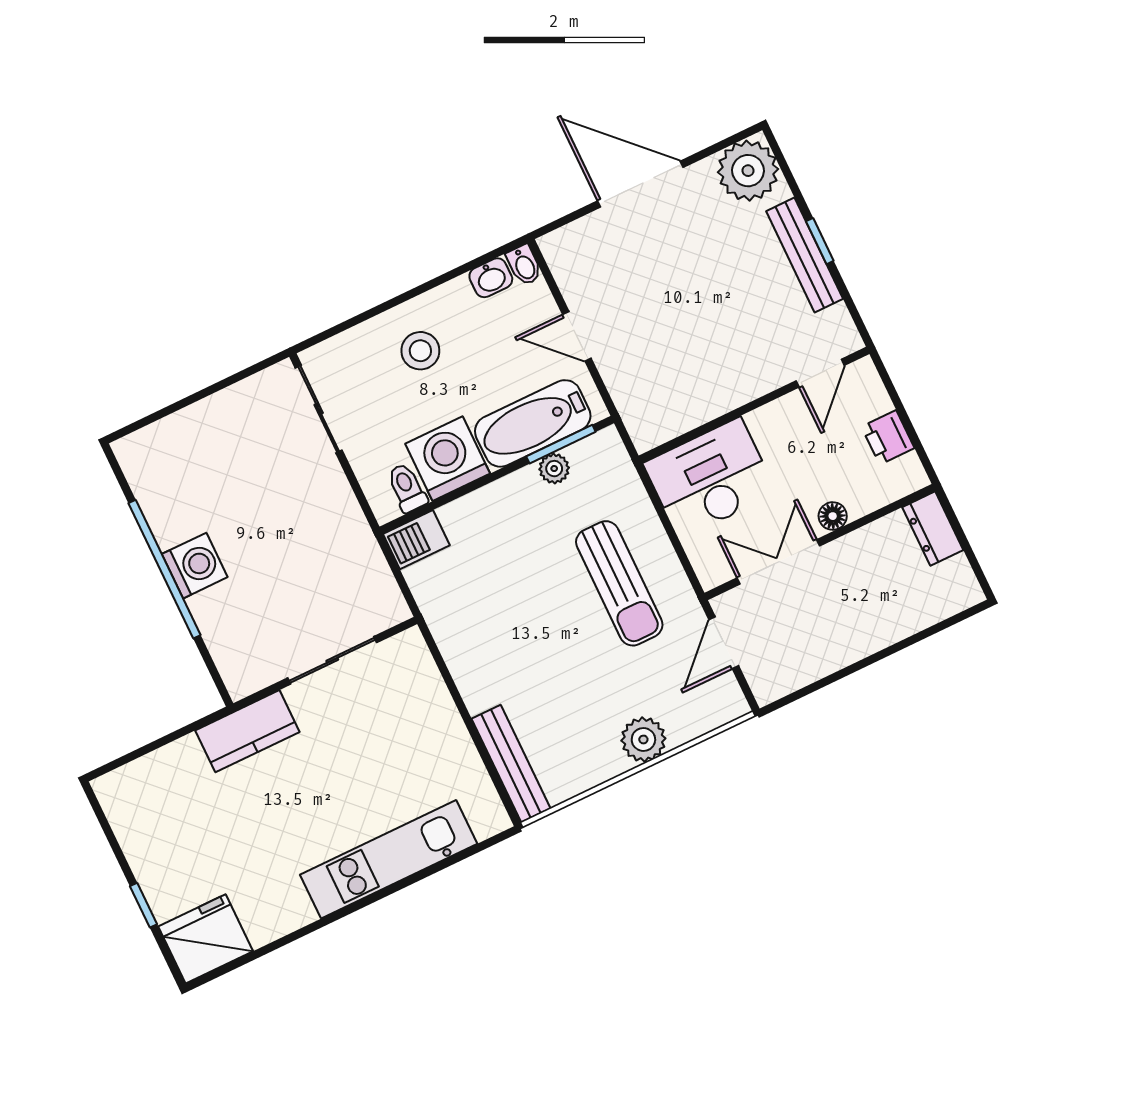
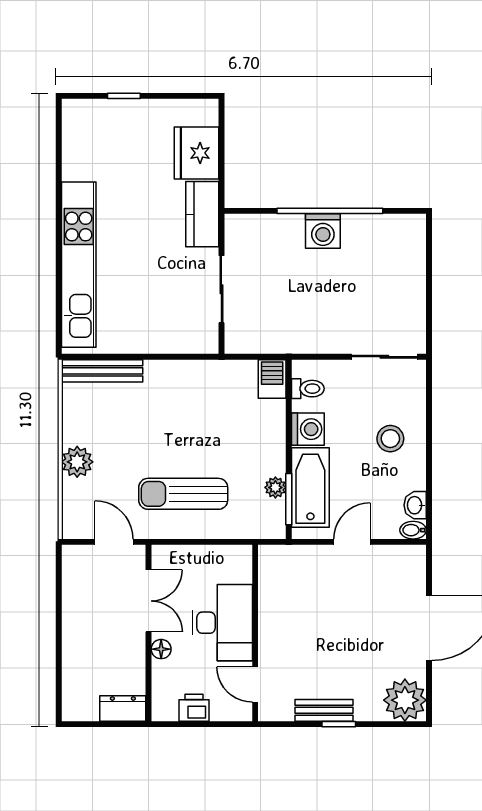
bench: (805, 255) -> (324, 710), width x0.73
washing machine: (448, 459) -> (308, 429), width x0.73, depth x0.73
desk: (710, 478) -> (222, 623), moved
kitchen unit: (389, 859) -> (79, 265), width x1.36
fridge: (206, 939) -> (196, 153), moved, turned 180

